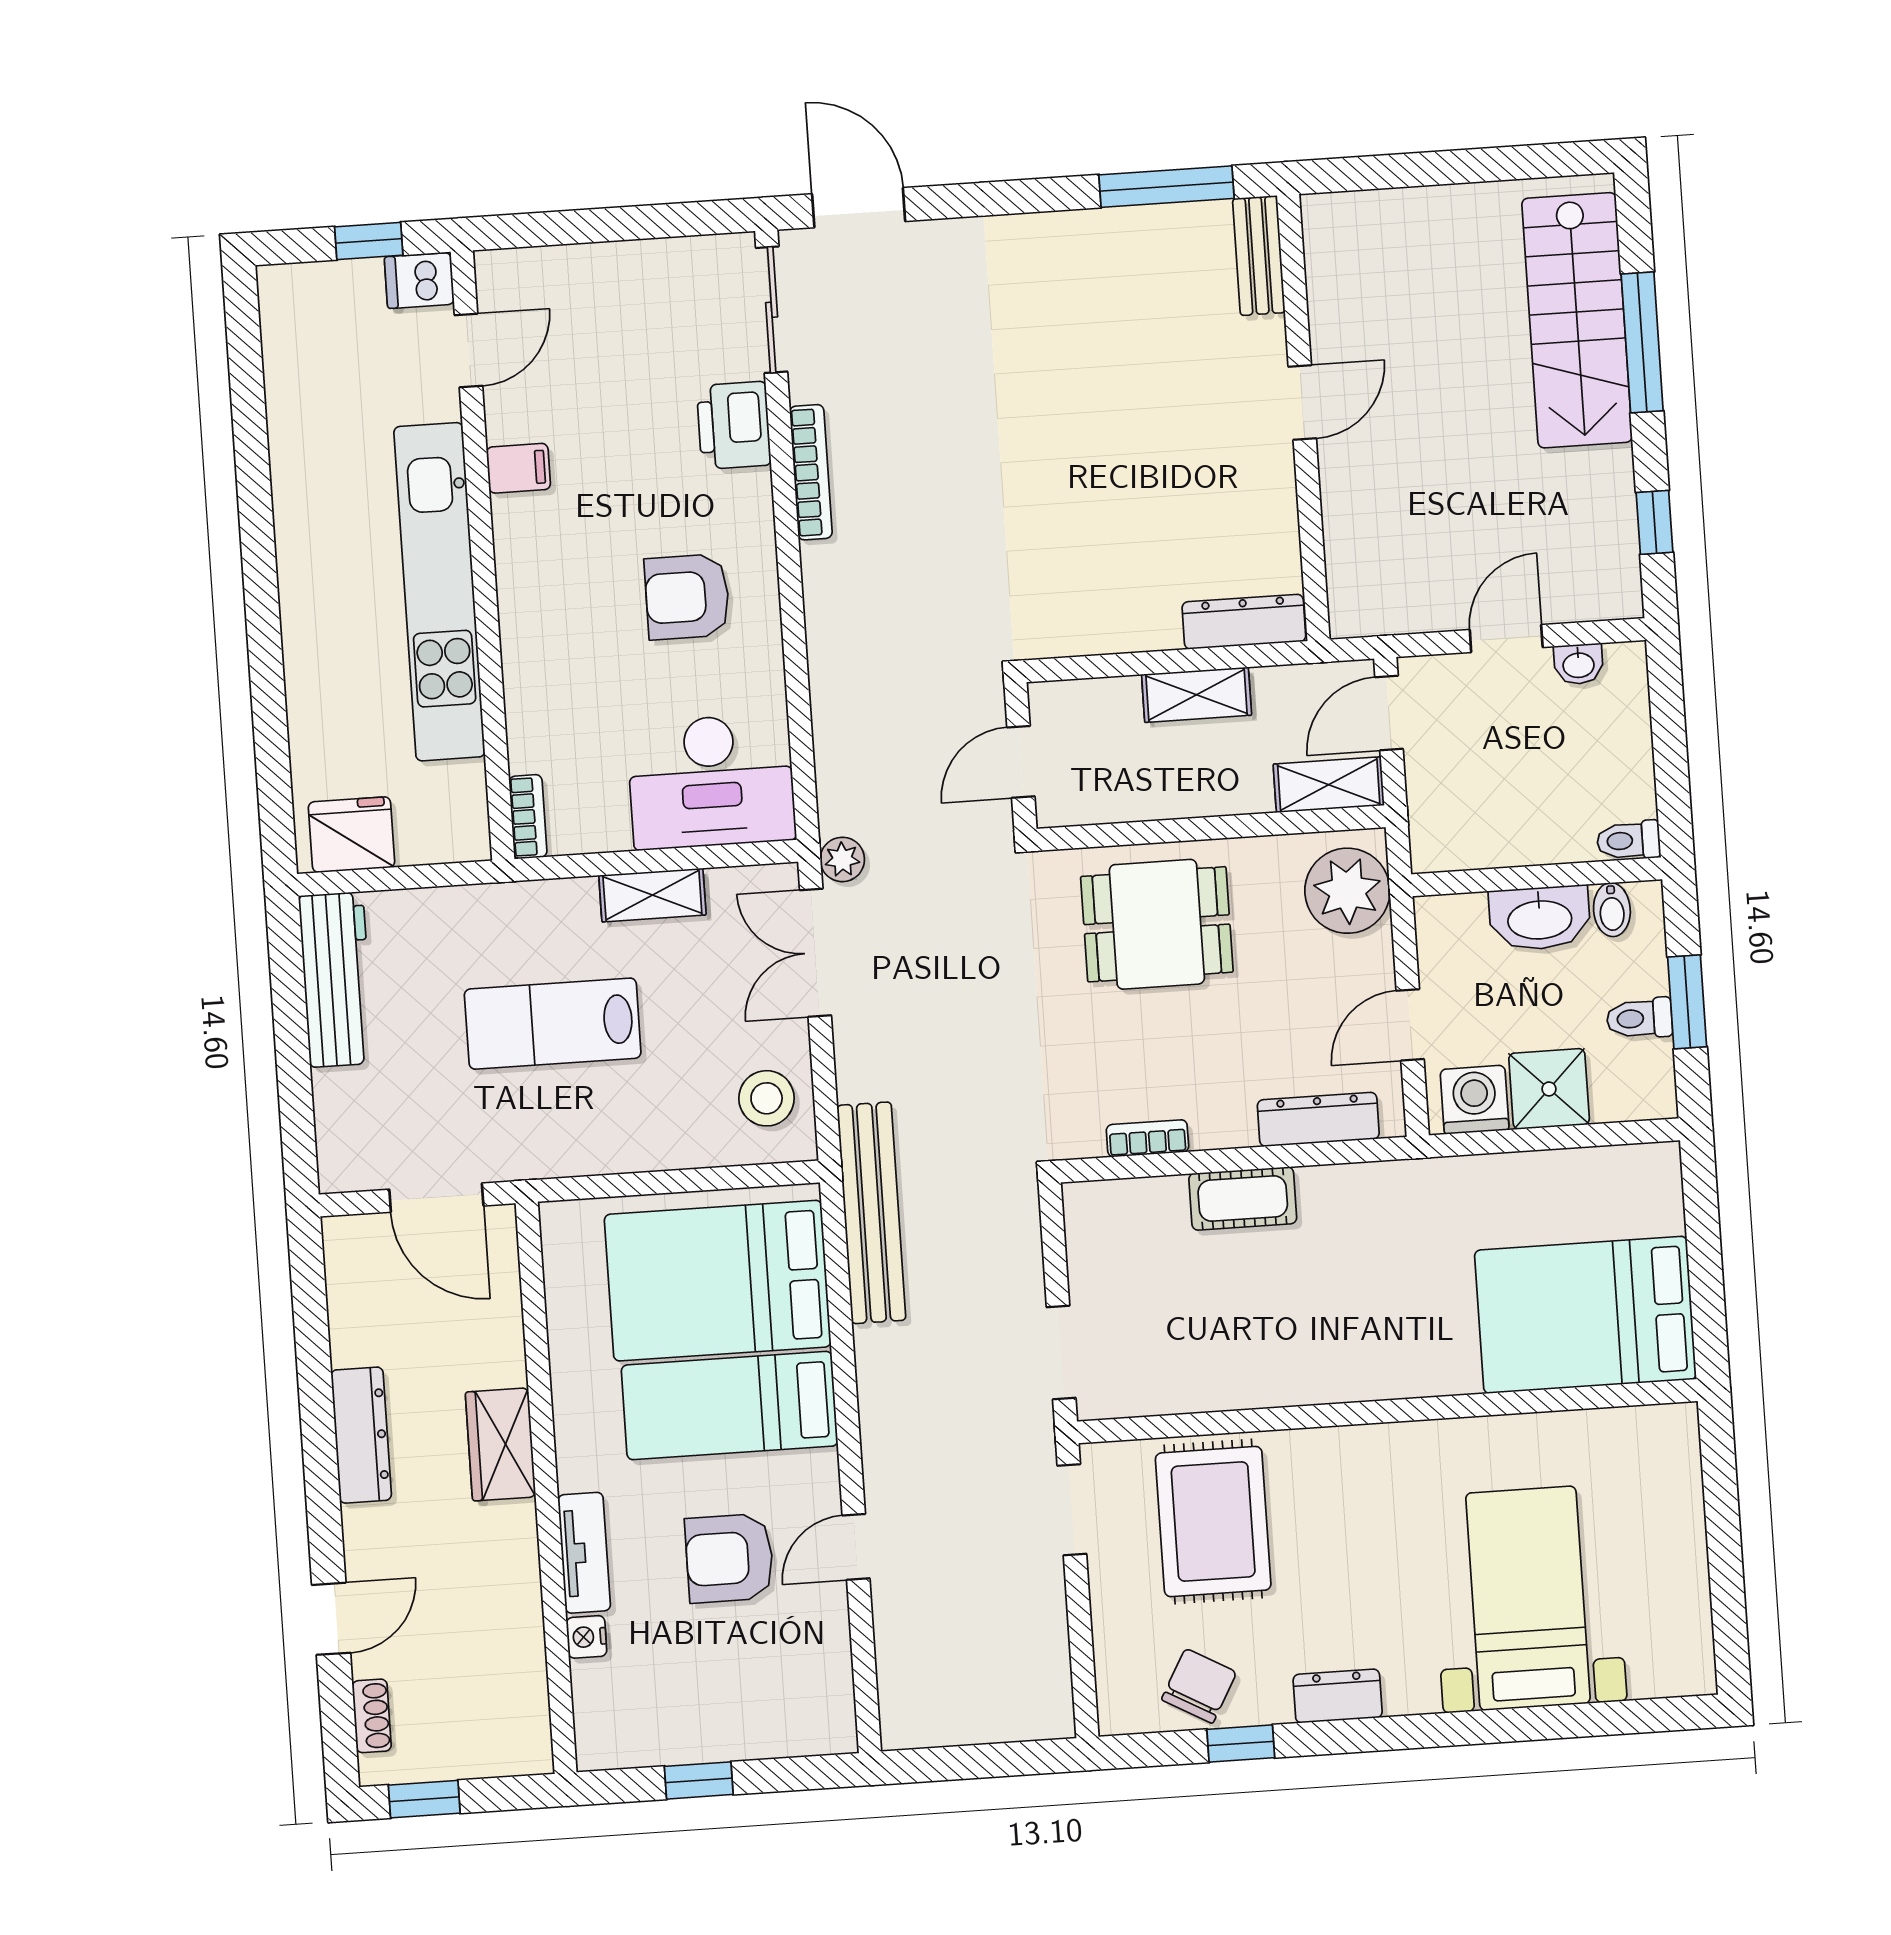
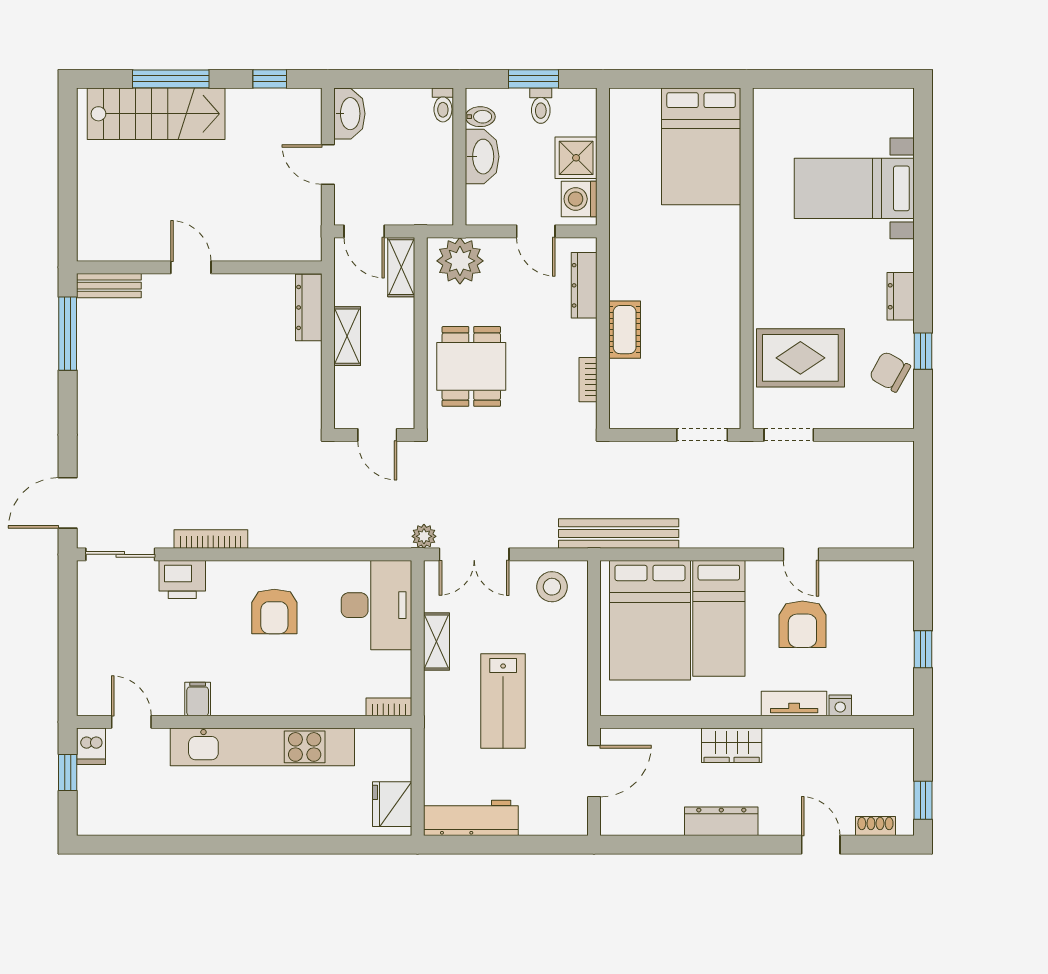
washbasin: (1579, 664) -> (349, 114), width x1.91, depth x1.45

